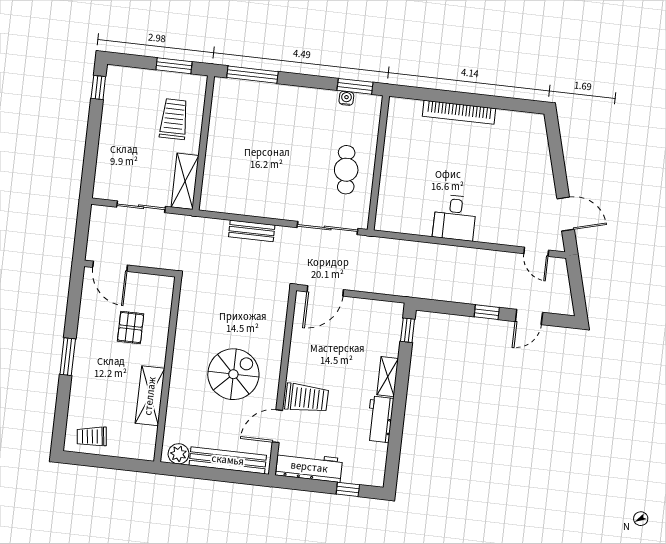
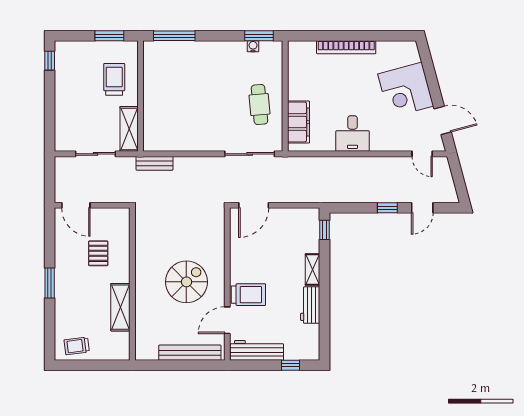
corner desk: (525, 172) -> (406, 90), added
filing cabinet: (391, 196) -> (298, 122), added
bench: (252, 231) -> (155, 163), moved
plant: (178, 454) -> (149, 352), removed

